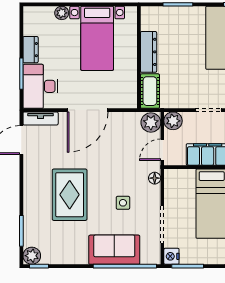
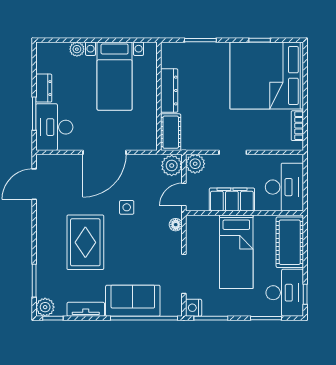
tv unit: (41, 118) -> (86, 309), moved, turned 180
side table: (123, 203) -> (127, 207), moved

